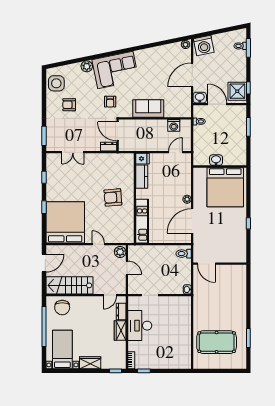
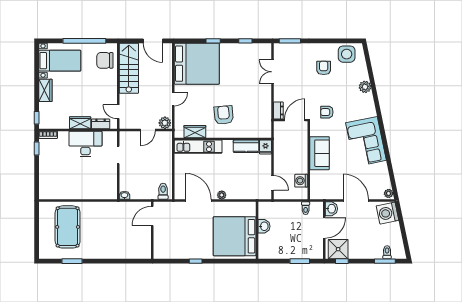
corner sofa: (115, 70) -> (366, 142), moved
wardrobe: (128, 224) -> (195, 132), added

